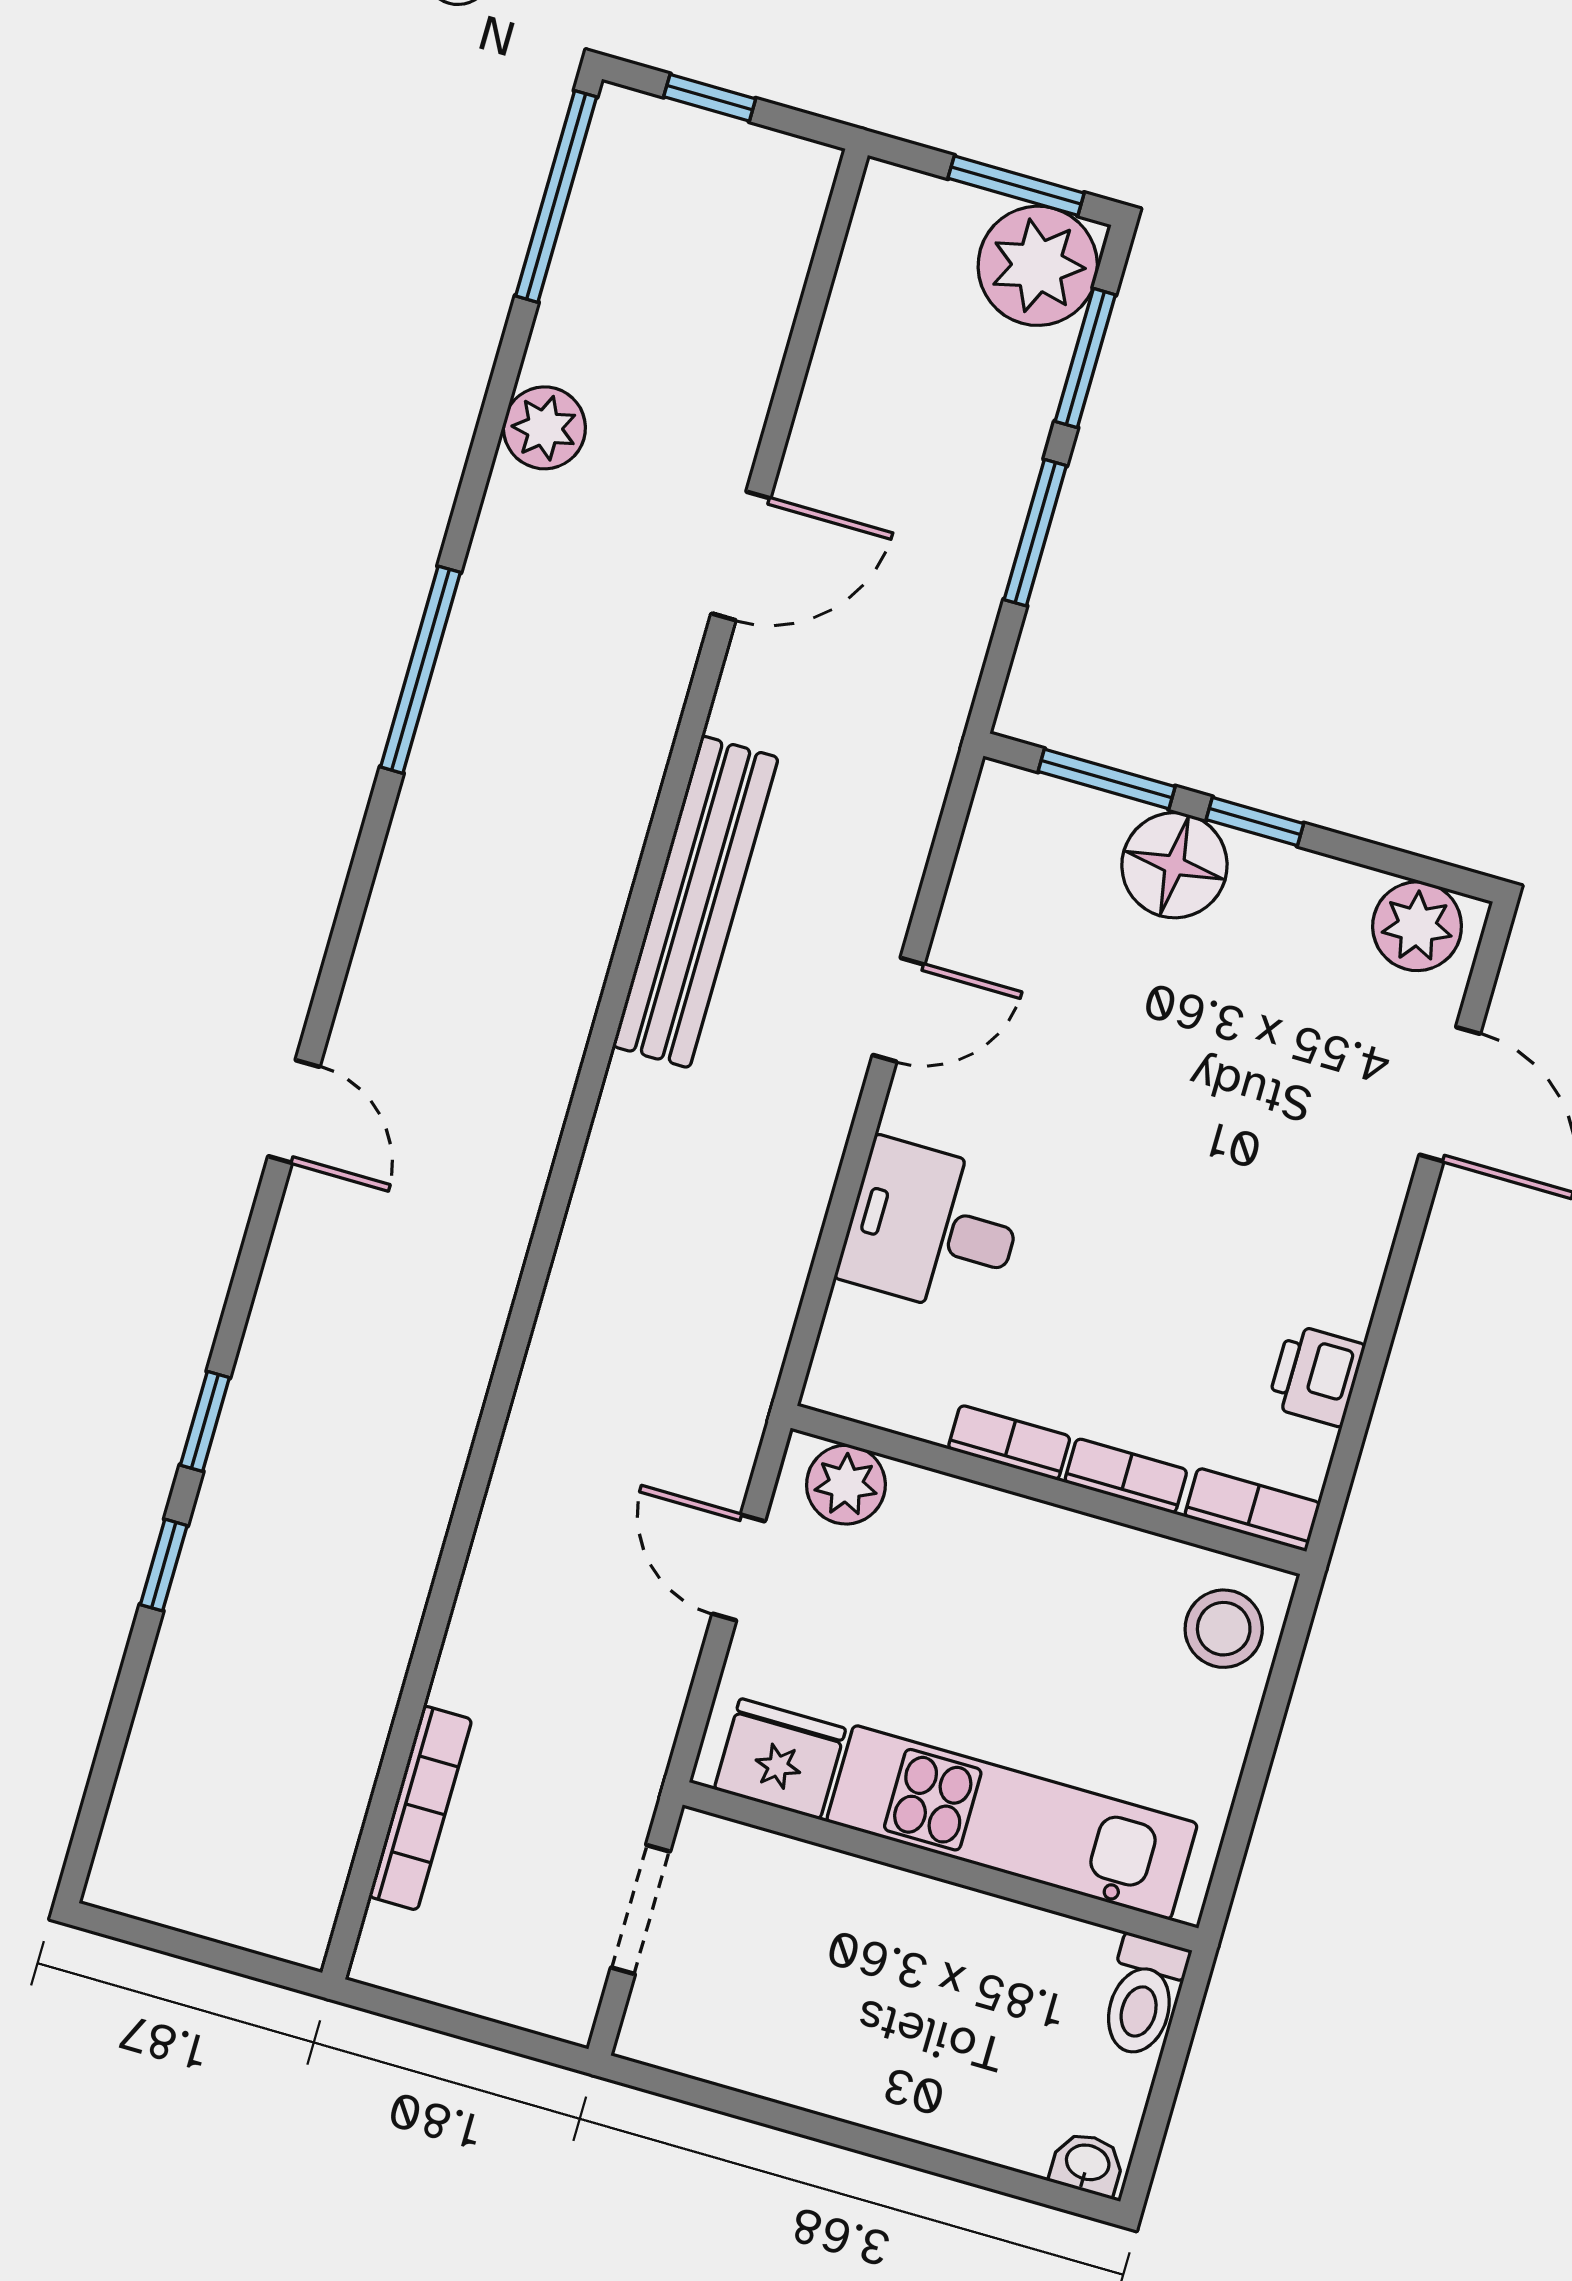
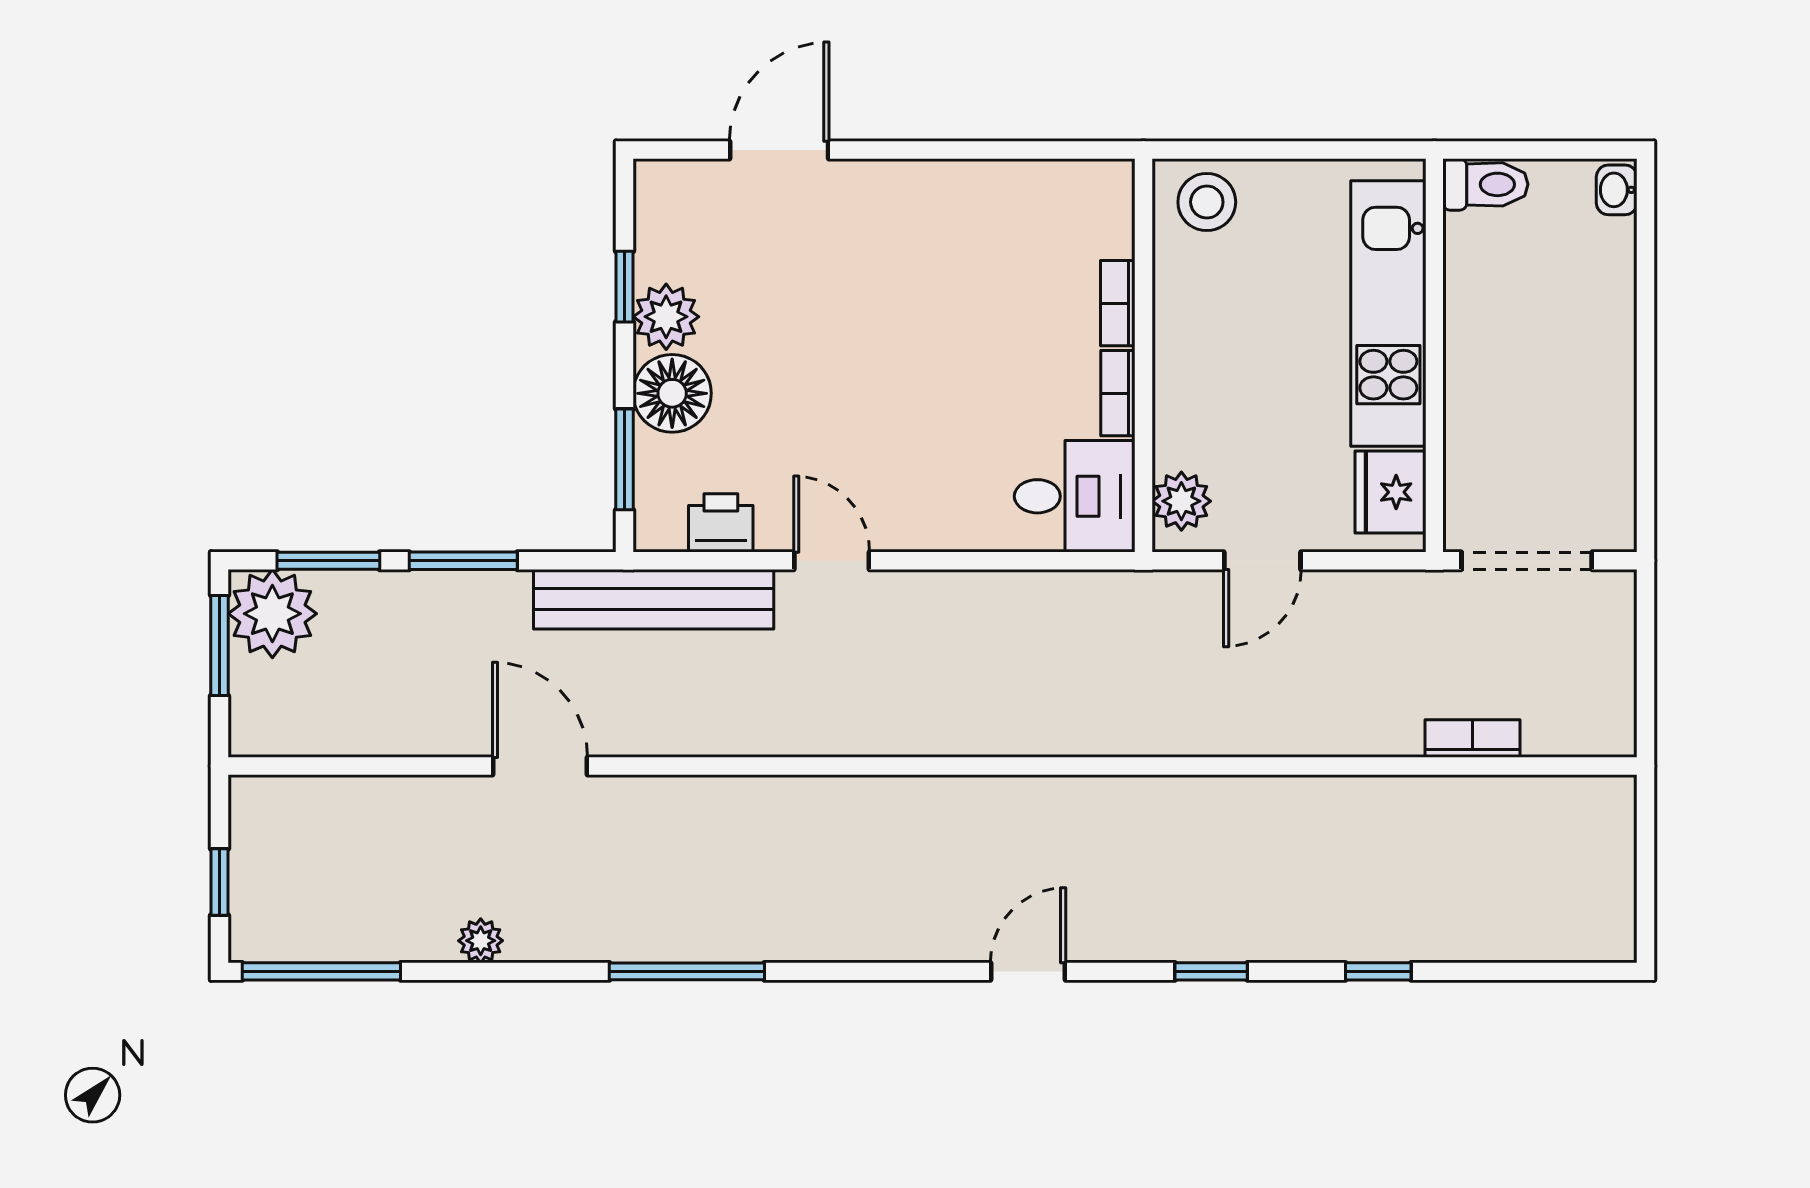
plant: (544, 428) -> (481, 941), width x0.73, depth x0.73
window: (1255, 822) -> (624, 287), moved
bench: (696, 902) -> (654, 599), moved
plant: (1417, 926) -> (666, 317), moved
desk: (932, 1228) -> (1075, 496), moved, turned -90
printer: (1316, 1375) -> (721, 523), moved, turned 180
window: (205, 1421) -> (1211, 971), moved
bookcase: (1252, 1510) -> (1116, 206), removed
bookcase: (420, 1808) -> (1473, 739), width x0.64
doorway: (640, 1910) -> (1527, 561), width x1.38

